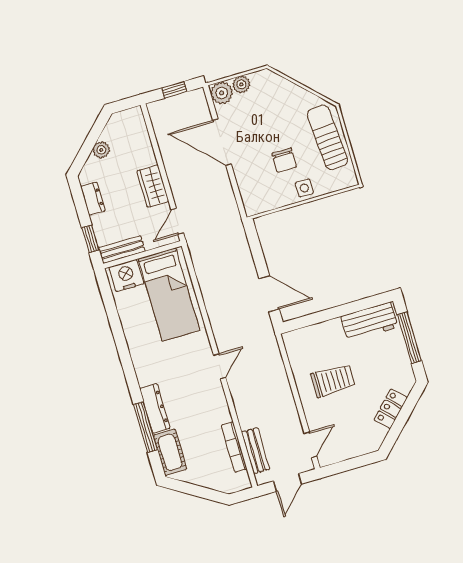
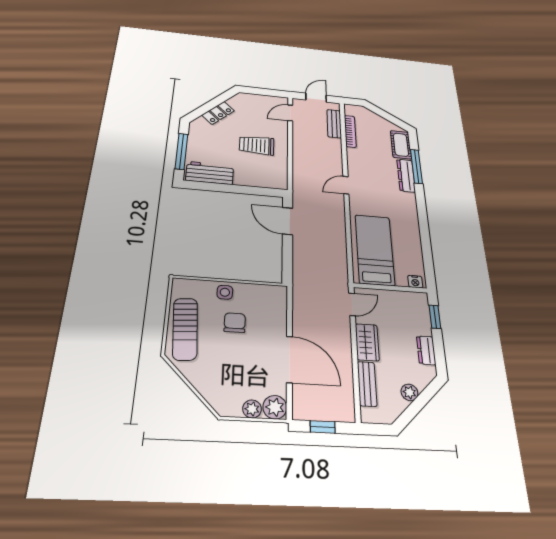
bench: (122, 249) -> (367, 384), moved, turned 90
nightstand: (126, 276) -> (415, 282), width x0.53, depth x0.56

